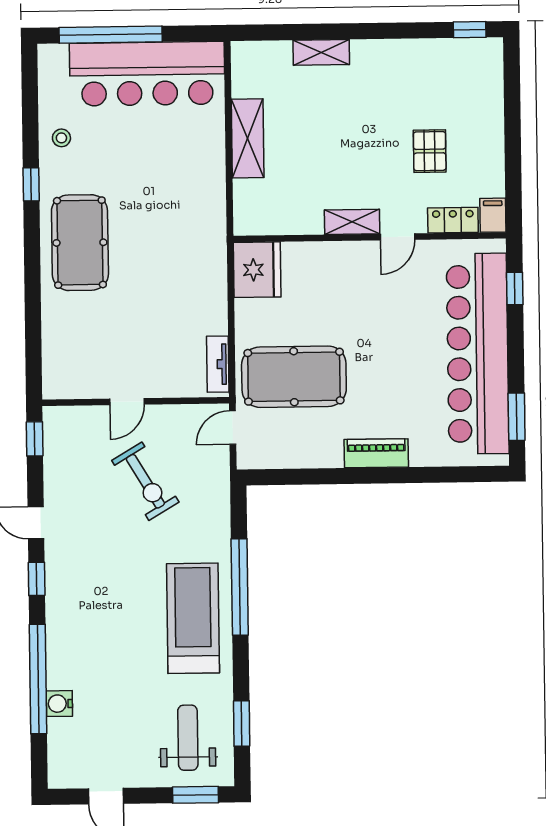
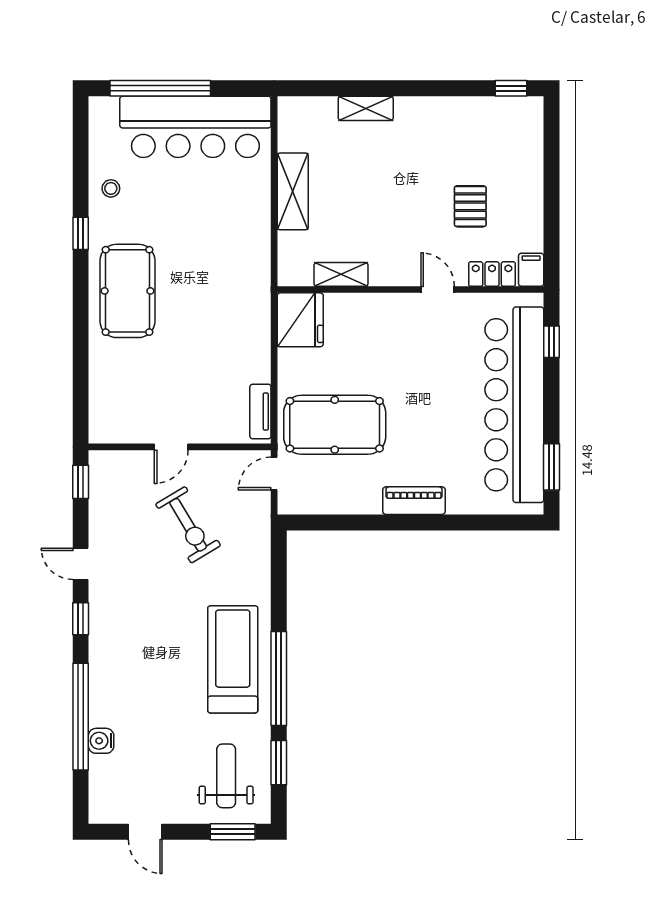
shelving: (352, 222) -> (341, 274), moved
door: (397, 237) -> (438, 290), swing flipped
window: (240, 587) -> (279, 678), moved

